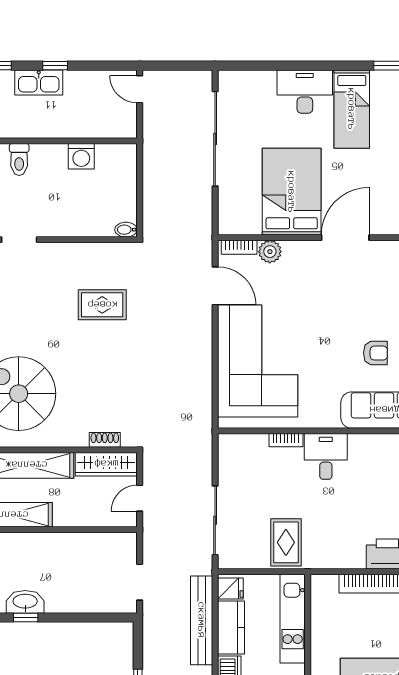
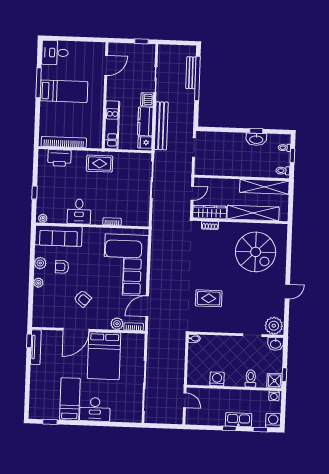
door: (140, 89) -> (185, 400), moved
door: (215, 286) -> (147, 306), hinge flipped
armchair: (335, 296) -> (83, 299), added
desk: (326, 456) -> (79, 211), moved
rug: (286, 542) -> (100, 164), moved, turned 90

